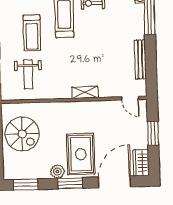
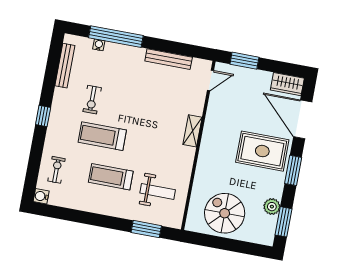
treadmill: (32, 33) -> (111, 177), turned 180
window: (153, 133) -> (244, 61), moved
spiral stairs: (22, 134) -> (225, 213), turned -90
plant: (57, 171) -> (272, 207), moved

